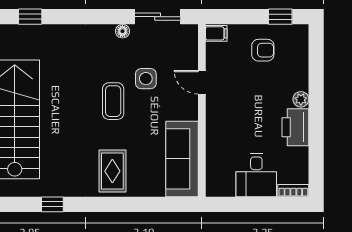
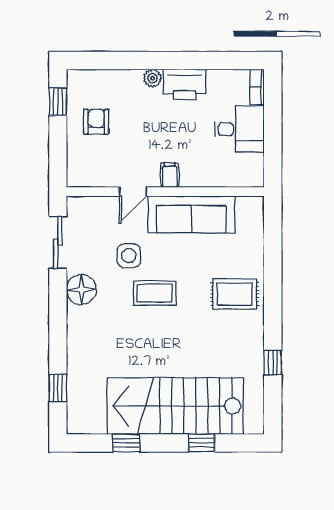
floor lamp: (122, 31) -> (81, 289), width x1.89, depth x1.89
filing cabinet: (216, 33) -> (170, 175), moved
sofa: (182, 159) -> (191, 214), moved

